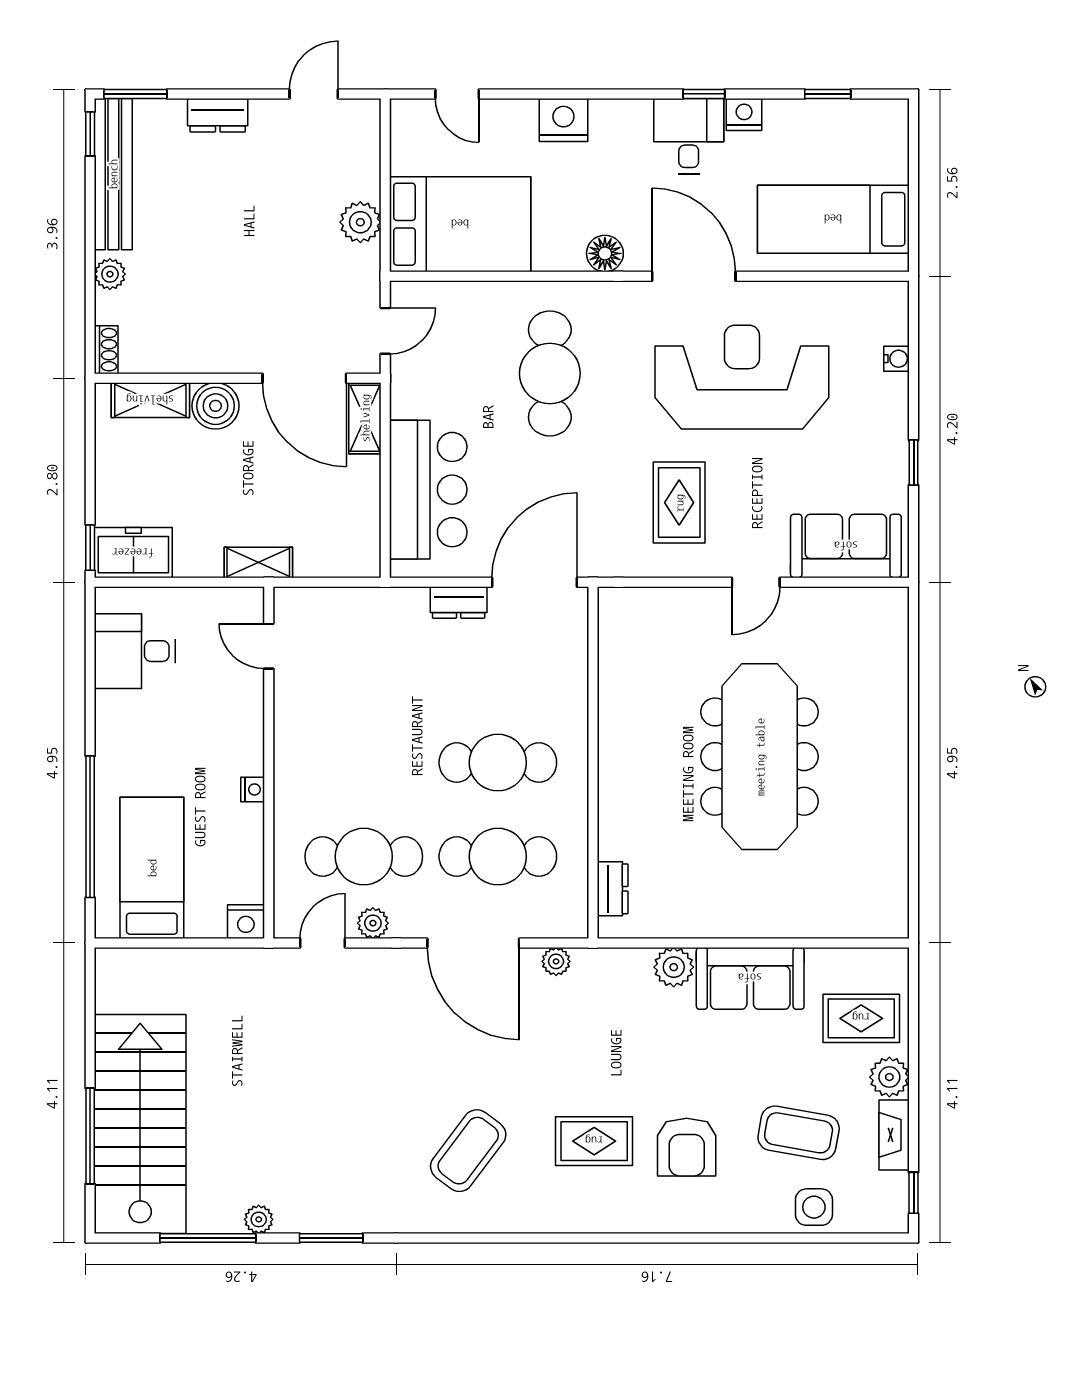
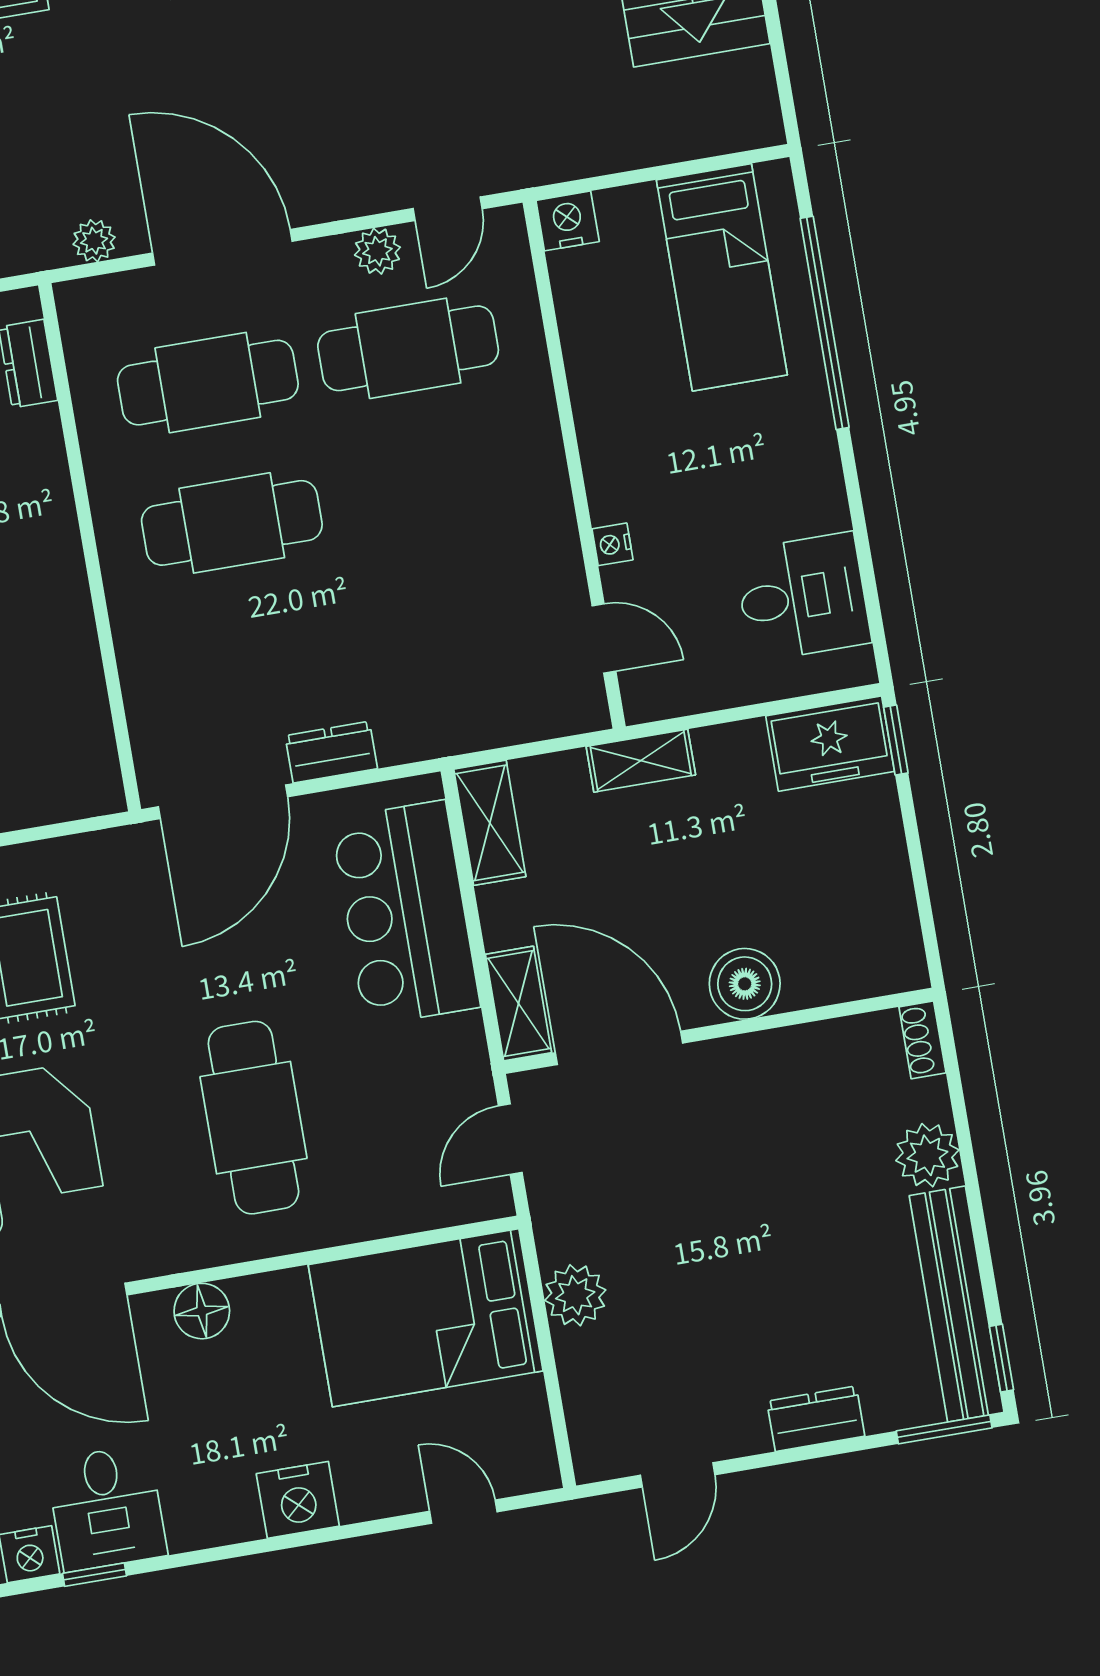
plant: (110, 274) -> (927, 1155), width x1.38, depth x1.38
shelving: (150, 400) -> (490, 823), moved, turned 90
nightstand: (253, 789) -> (613, 544), moved

